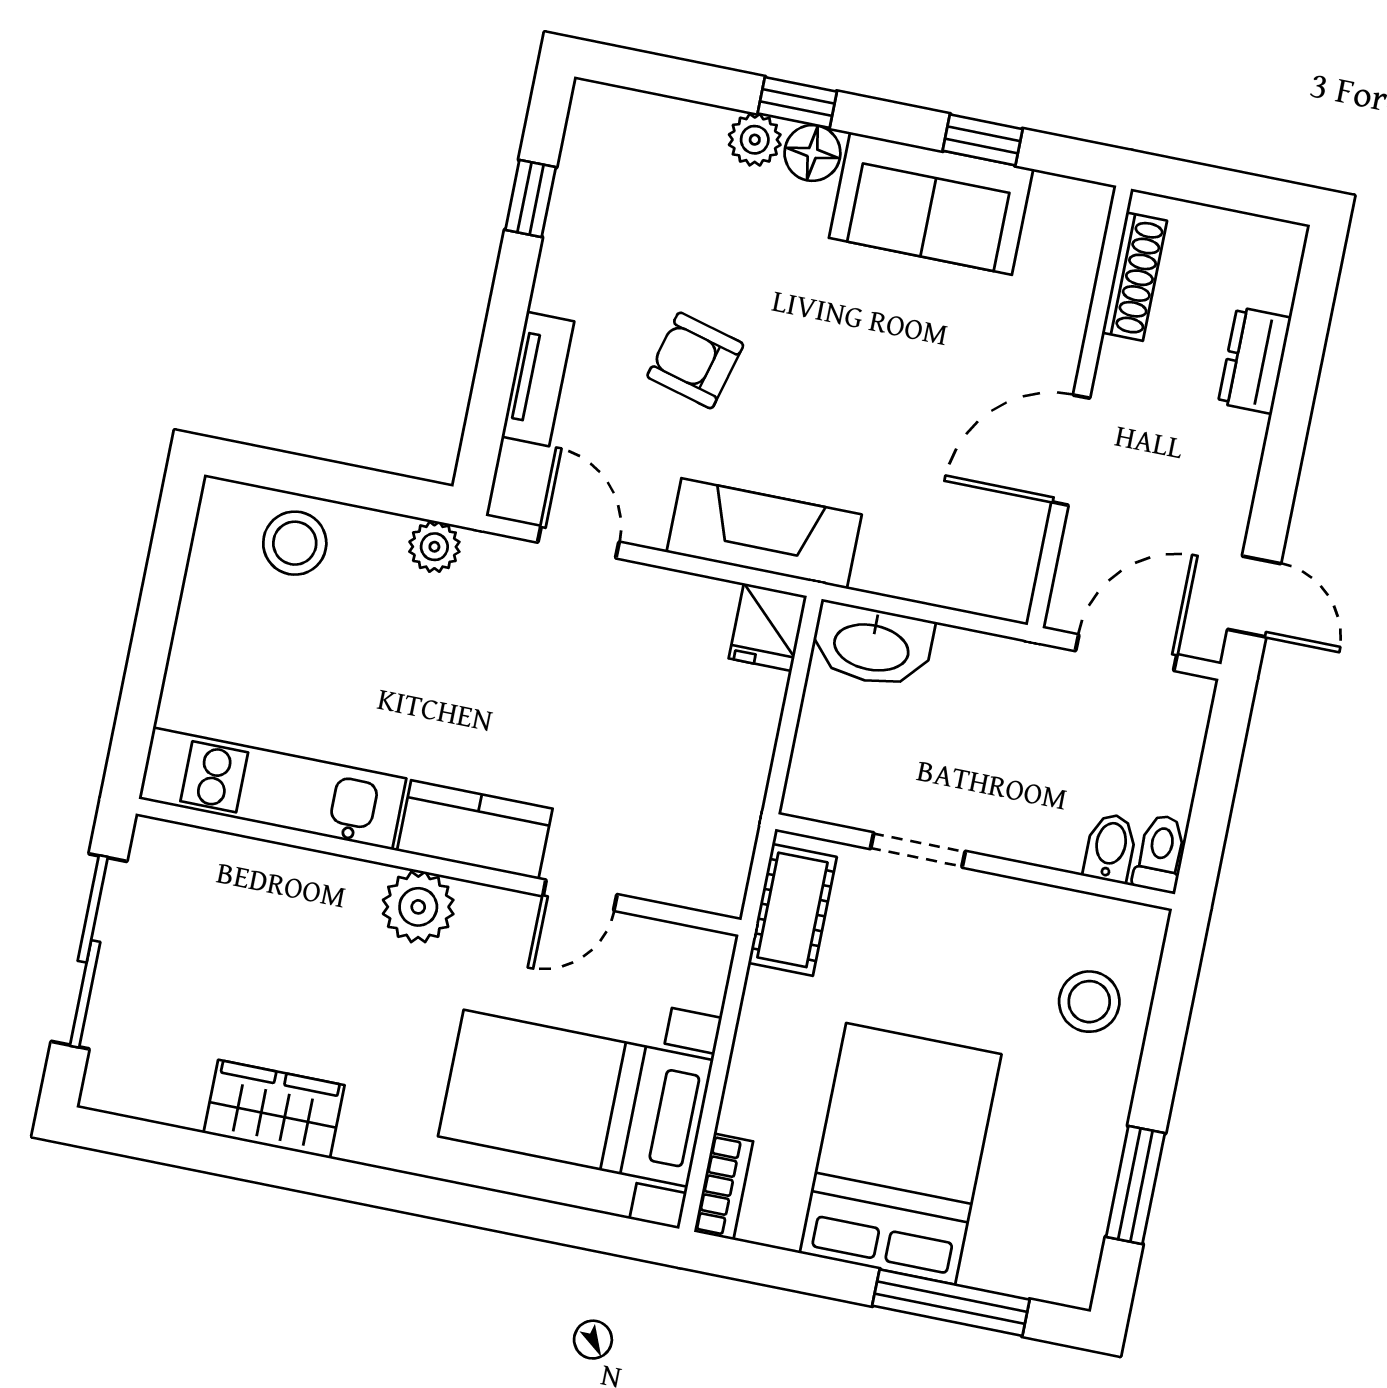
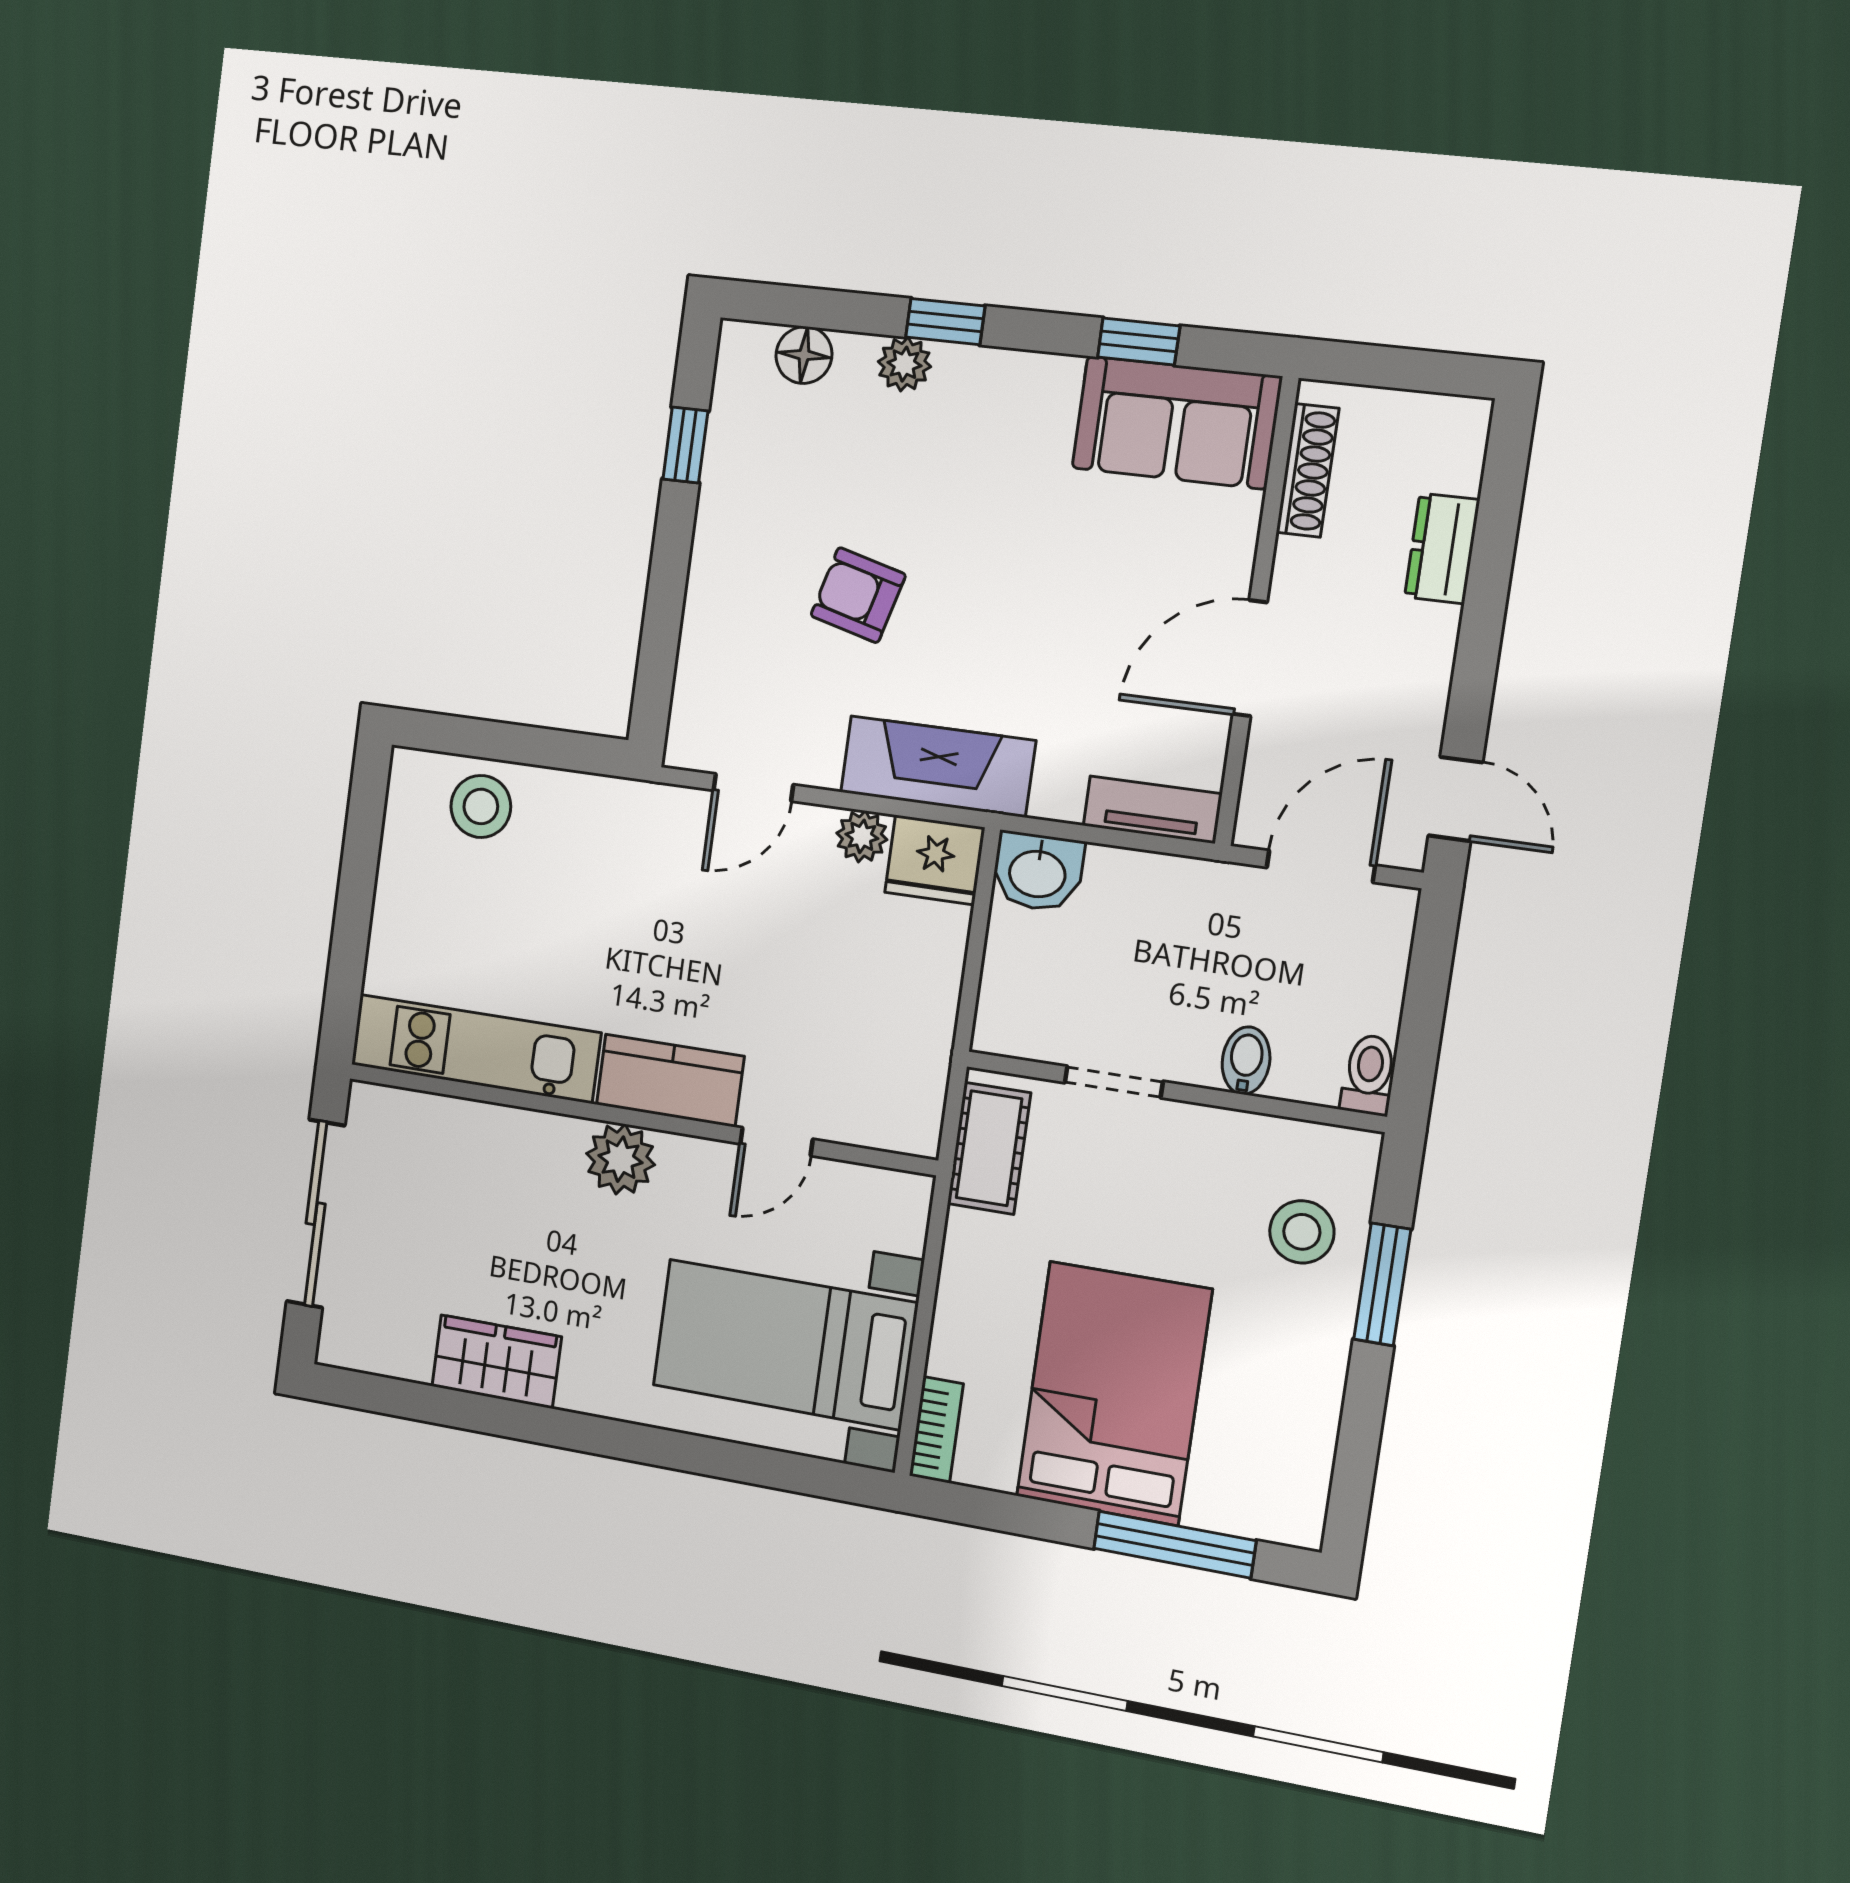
floor lamp: (812, 153) -> (804, 355), moved
sofa: (931, 203) -> (1177, 422), moved
tv unit: (538, 379) -> (1152, 810), moved, turned -90
door: (578, 542) -> (753, 788), swing flipped
plant: (434, 547) -> (862, 836), moved
fridge: (768, 627) -> (935, 860), width x1.38
washbasin: (872, 645) -> (1038, 872), width x0.72
bidet: (1110, 848) -> (1246, 1061), moved
window: (1135, 1185) -> (1382, 1284), moved

